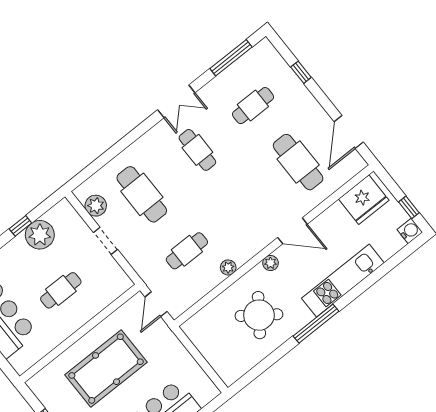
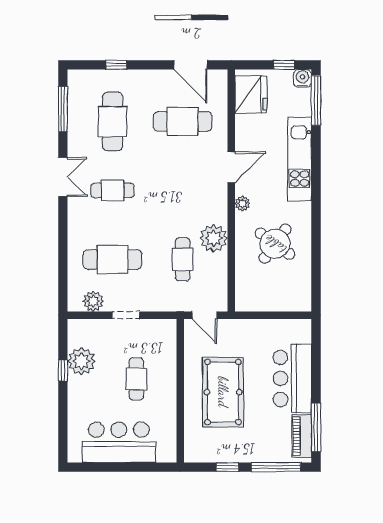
cafe table: (253, 106) -> (113, 121), width x1.37, depth x1.35
plant: (228, 267) -> (214, 238), width x1.88, depth x1.88
window: (316, 324) -> (316, 100), moved

